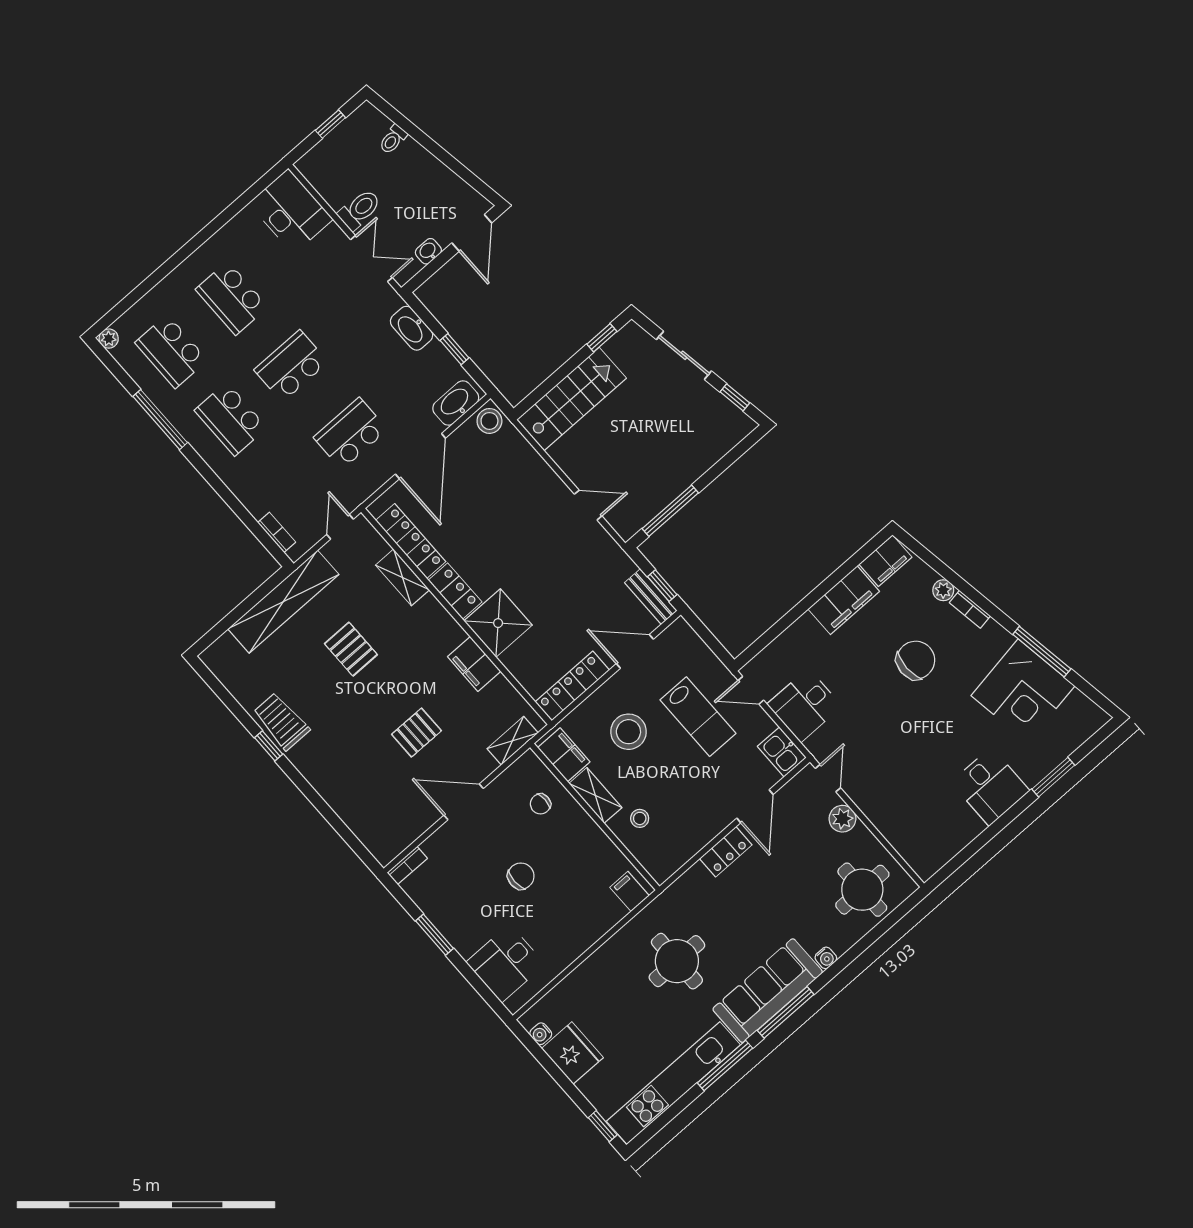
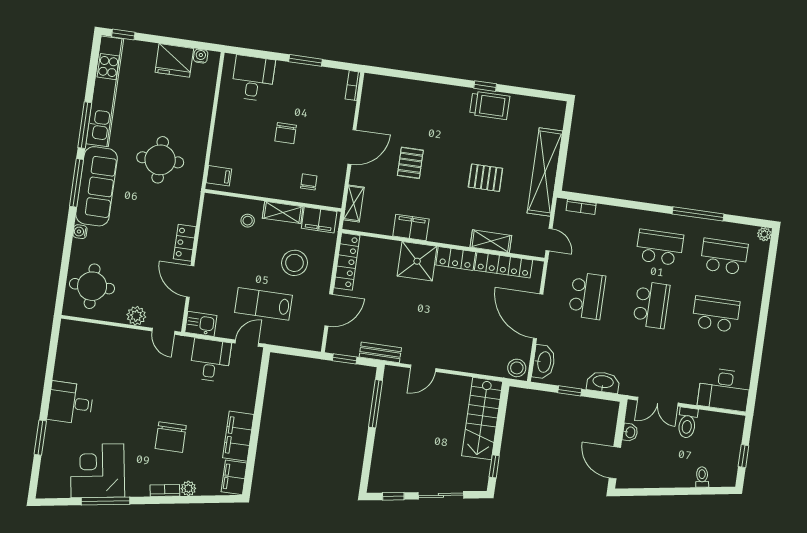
bench: (651, 597) -> (380, 352), moved

